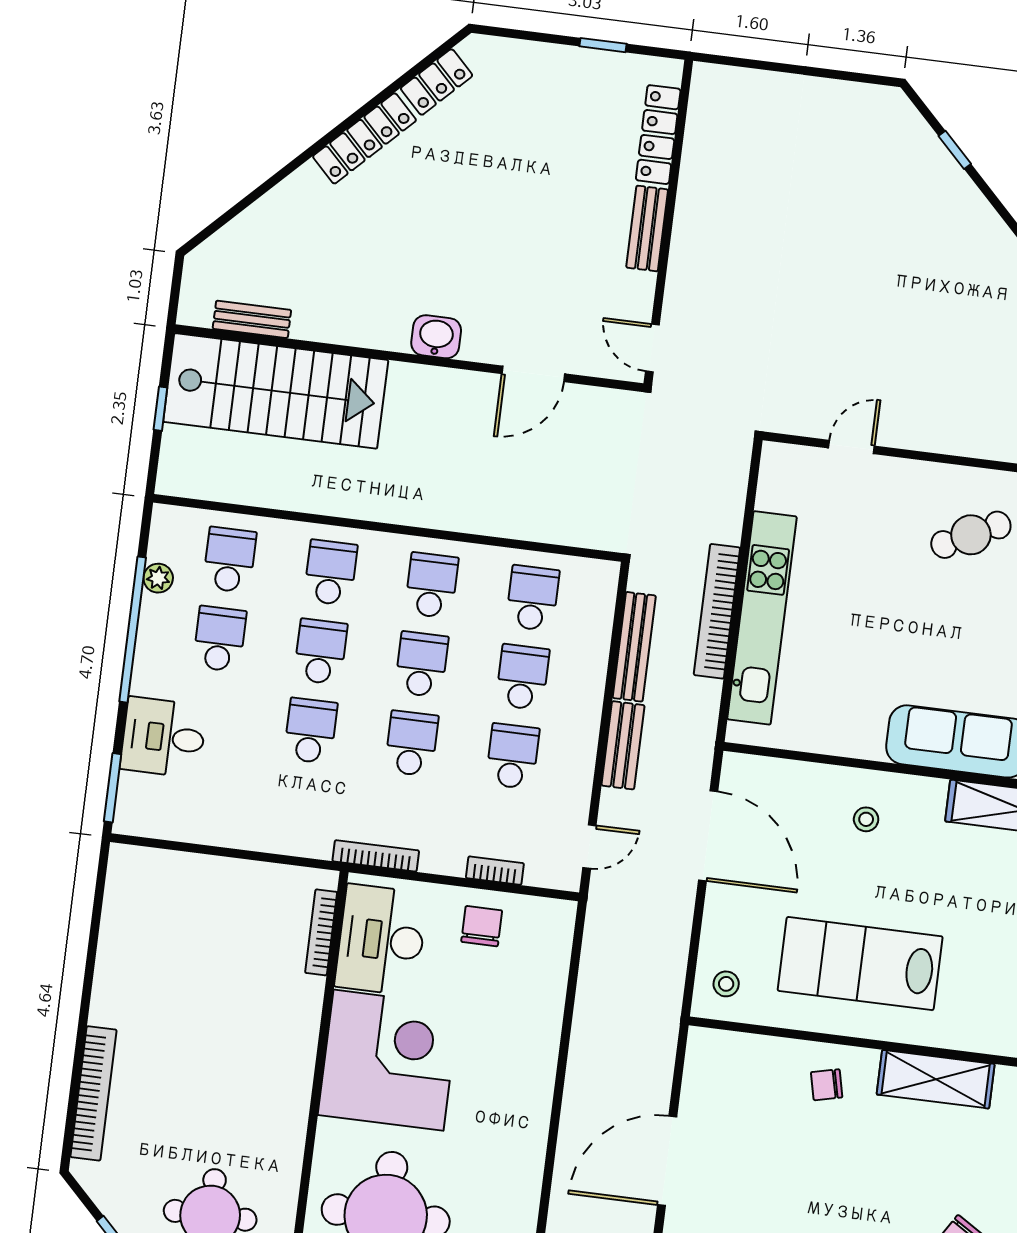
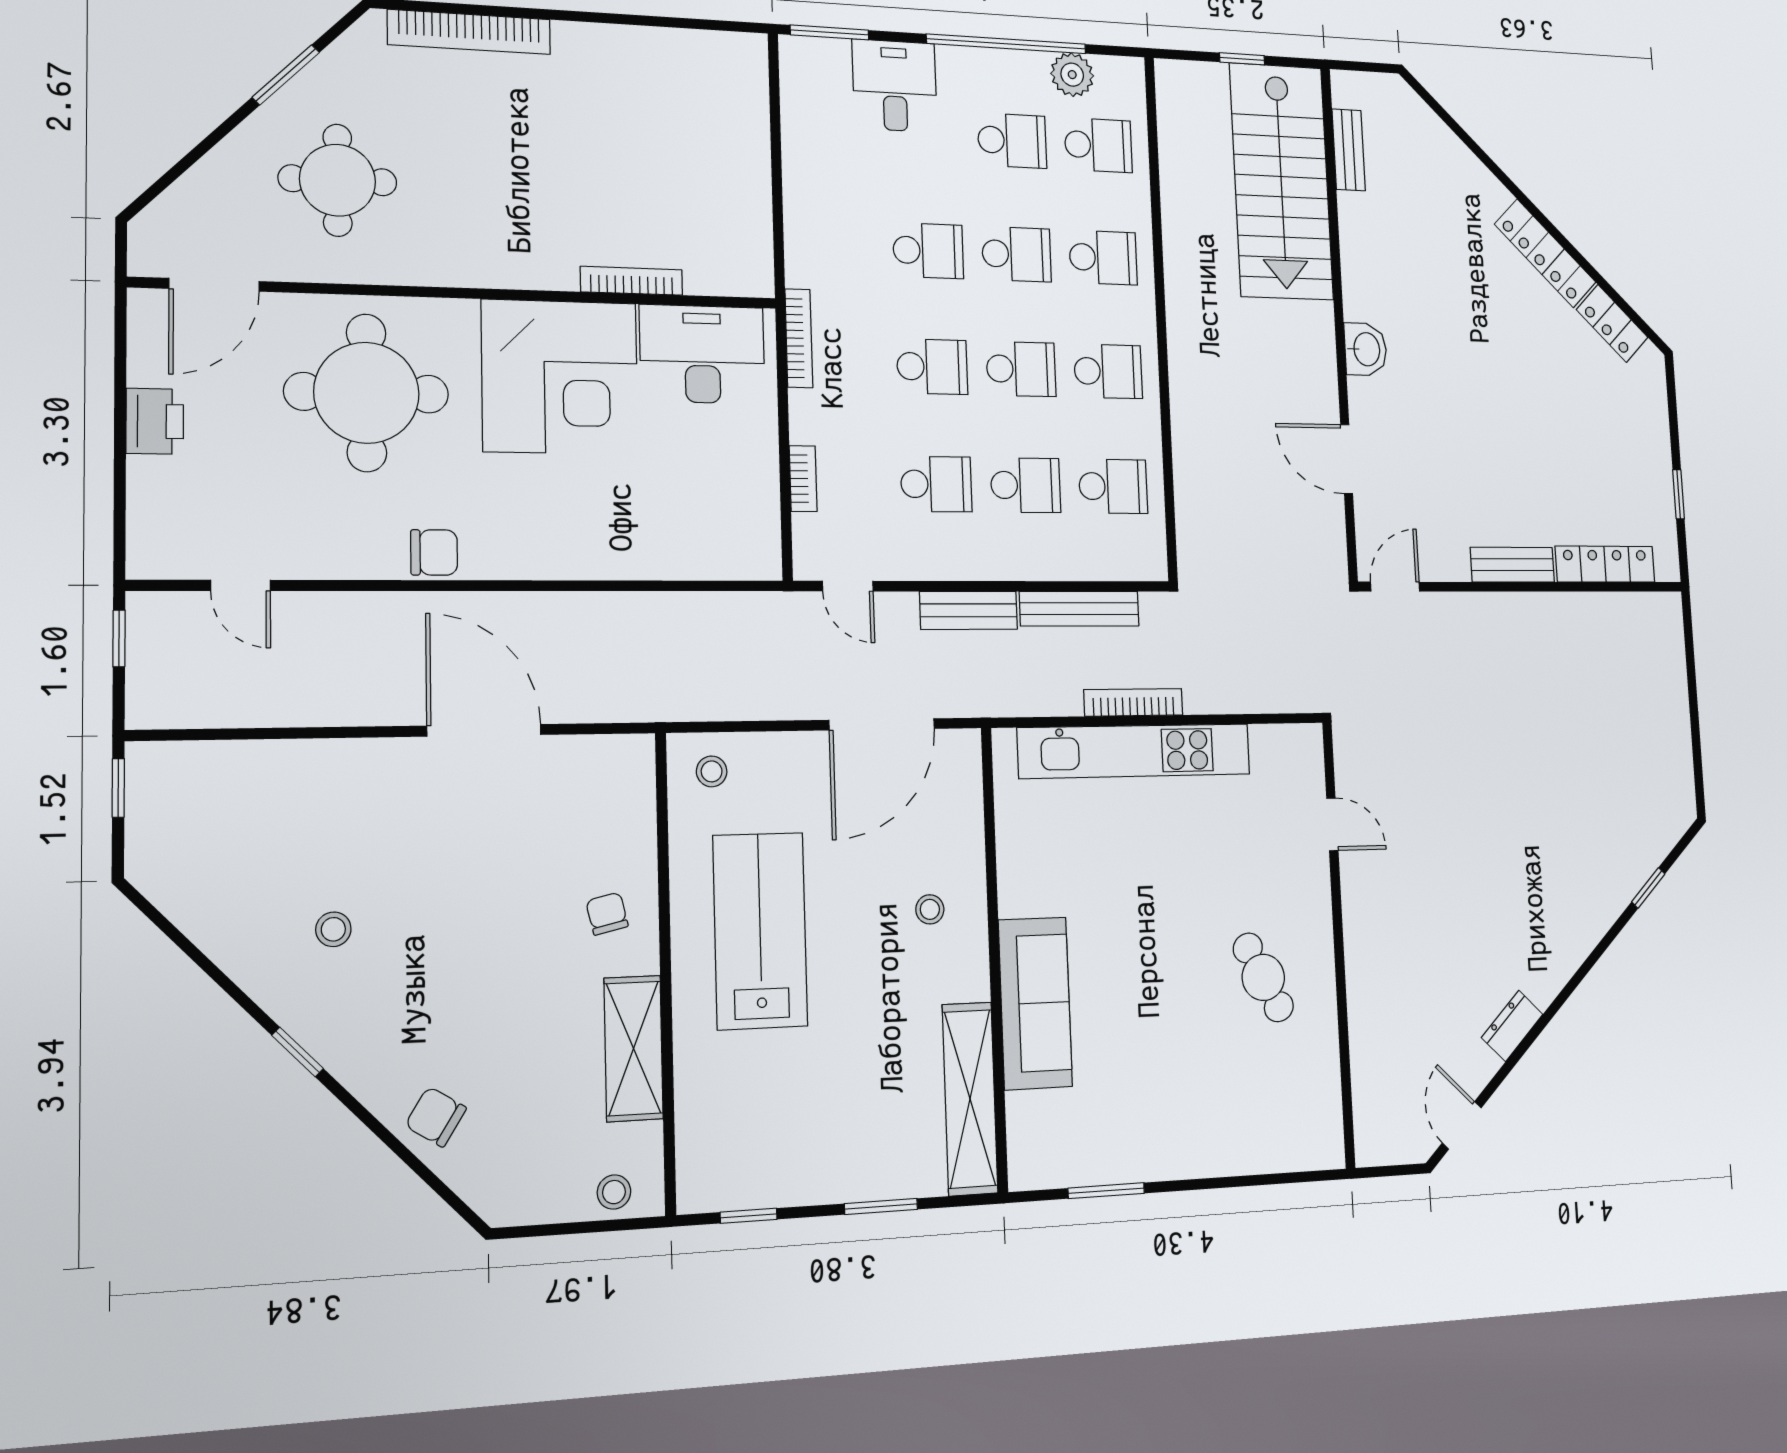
plant: (158, 578) -> (1072, 75), width x1.38, depth x1.38
bookcase: (717, 611) -> (1133, 702), width x0.68, depth x0.76
chair: (482, 926) -> (434, 552), moved
bookcase: (321, 932) -> (632, 281), moved

